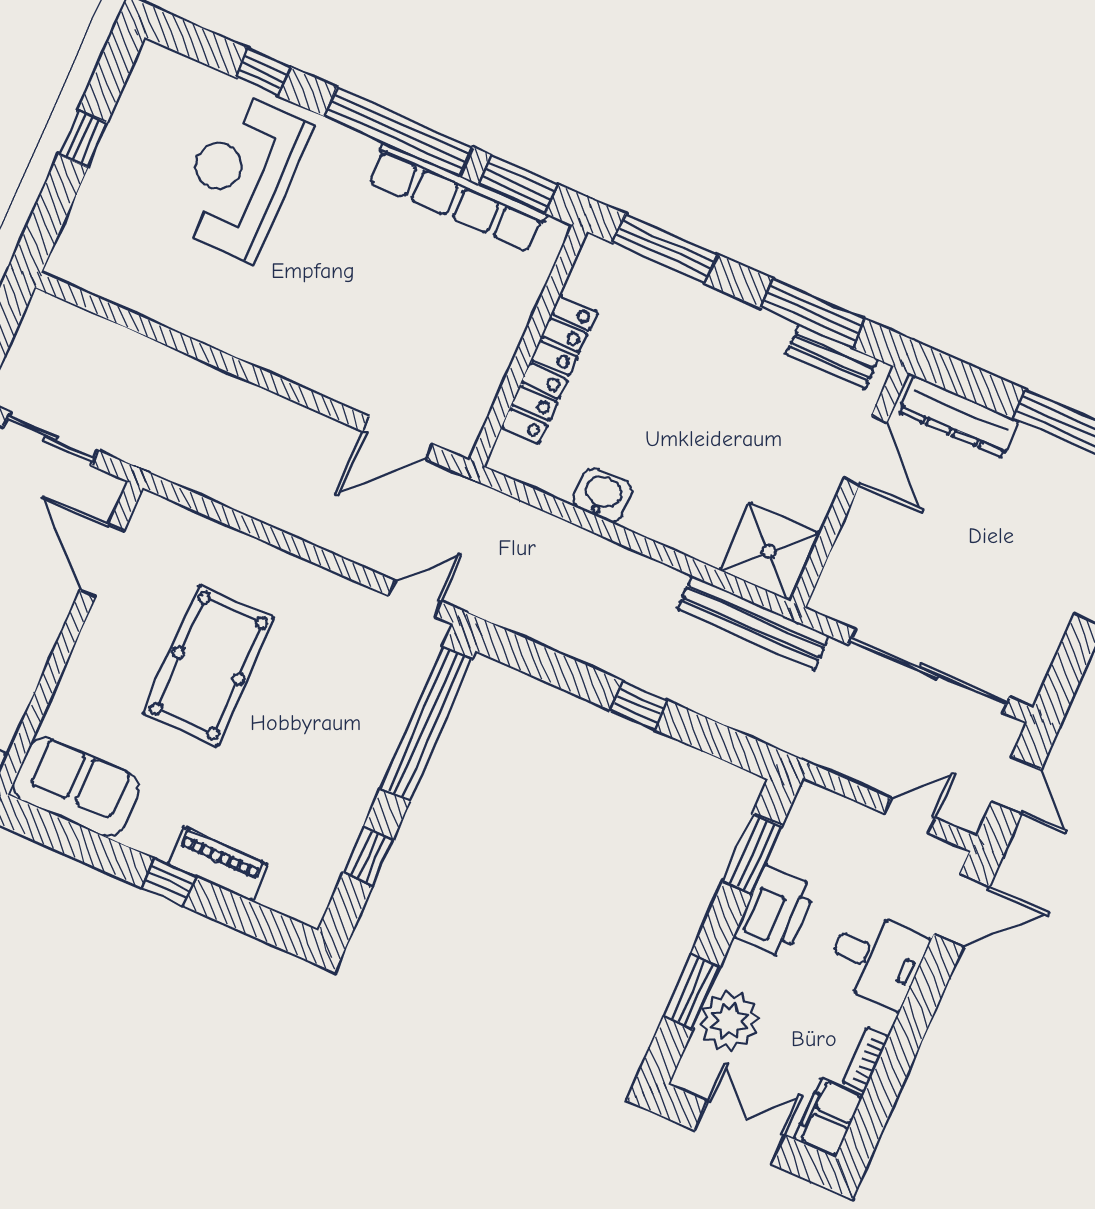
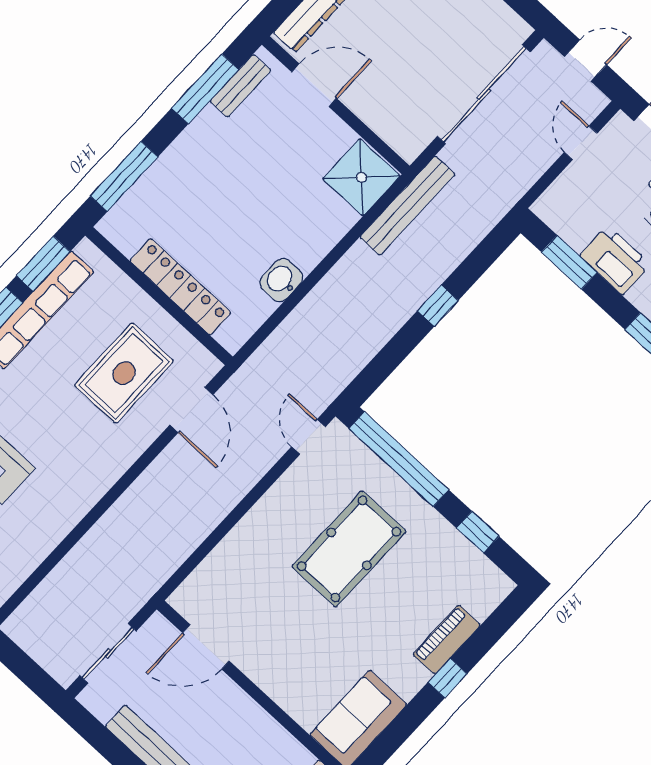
rug: (415, 335) -> (124, 373), added
pool table: (209, 666) -> (349, 549), moved, turned 90

